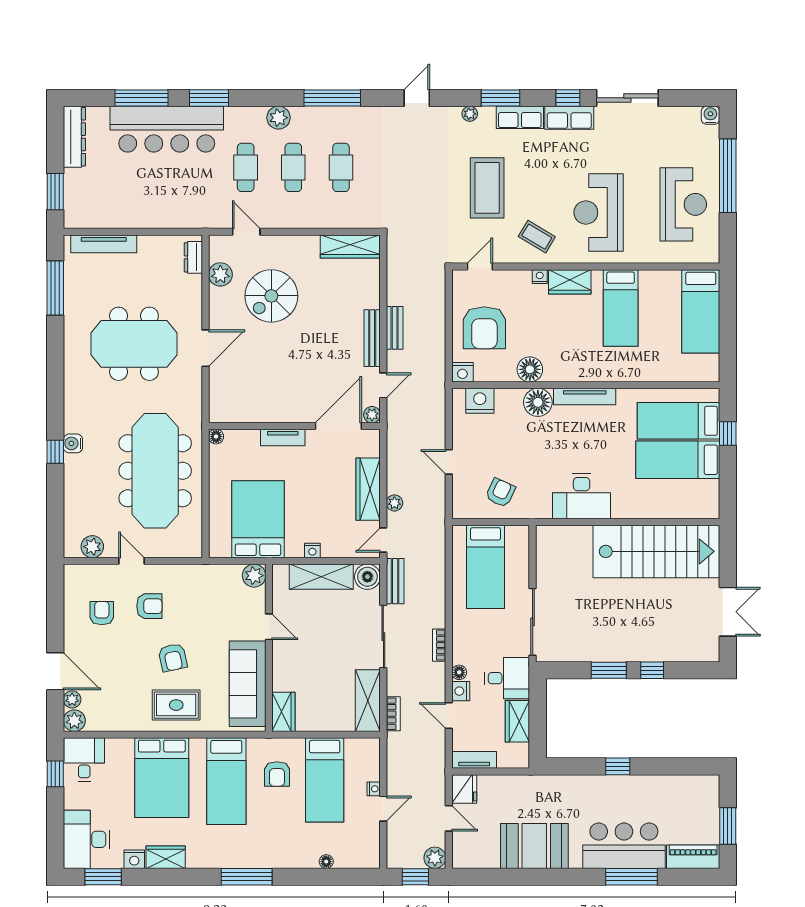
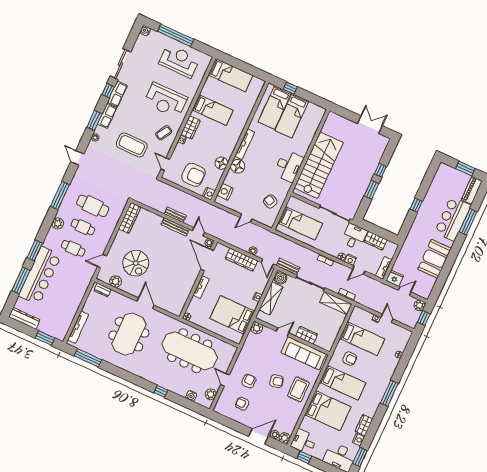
cafe table: (341, 167) -> (93, 206), width x1.37, depth x1.35
water cooler: (73, 443) -> (191, 396), moved
stairs: (656, 551) -> (319, 165), moved
door: (132, 561) -> (225, 380), hinge flipped
wardrobe: (283, 712) -> (306, 335), moved

